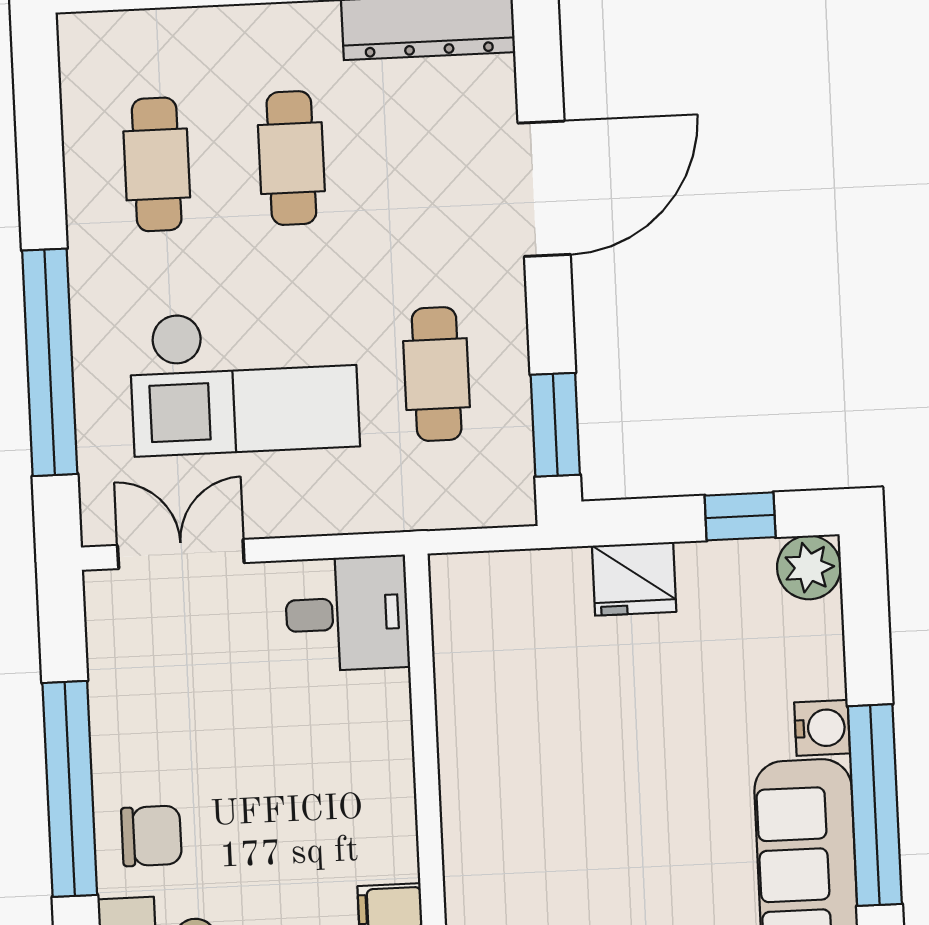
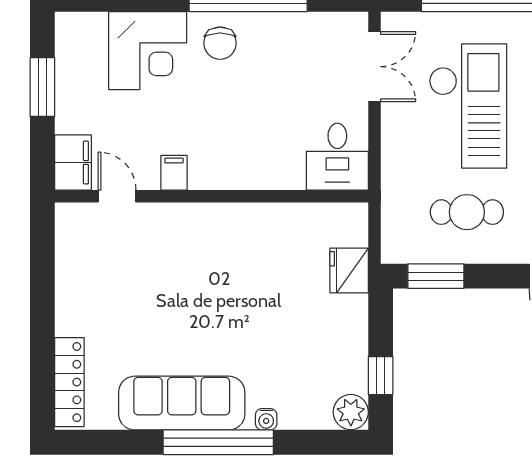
checkout: (244, 381) -> (468, 106), turned 180
fridge: (634, 579) -> (349, 270), moved
water cooler: (822, 728) -> (266, 419), width x0.72, depth x0.72

